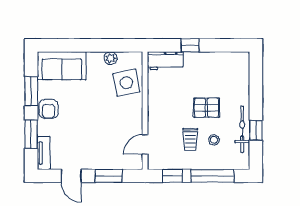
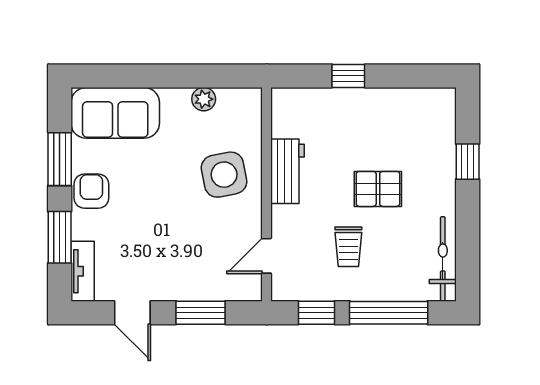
workbench: (165, 61) -> (287, 171), moved, turned -90
side table: (126, 83) -> (224, 175), moved
armchair: (49, 109) -> (91, 191), turned 180
bicycle: (242, 129) -> (443, 259), moved
window: (256, 130) -> (468, 162), moved
stool: (214, 140) -> (392, 247), removed

